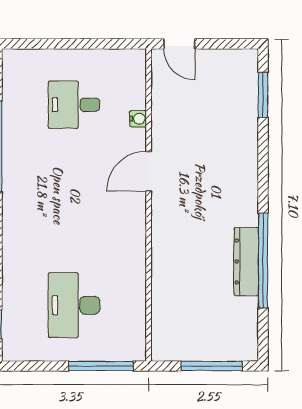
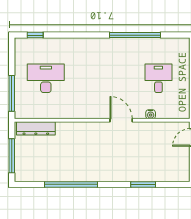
window: (263, 95) -> (143, 184), moved
dresser: (246, 262) -> (36, 128), moved, turned 180

